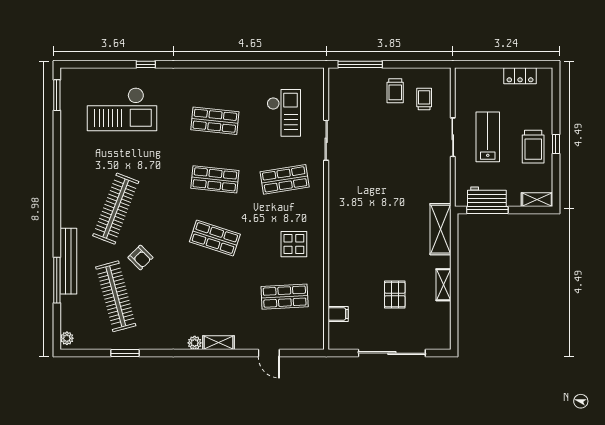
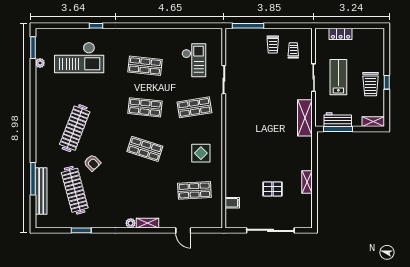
locker: (520, 76) -> (341, 34), moved
shelving: (440, 229) -> (305, 118), moved
bench: (68, 261) -> (41, 191), moved
pallet: (395, 295) -> (272, 189), turned 90
plant: (67, 338) -> (40, 63), moved

